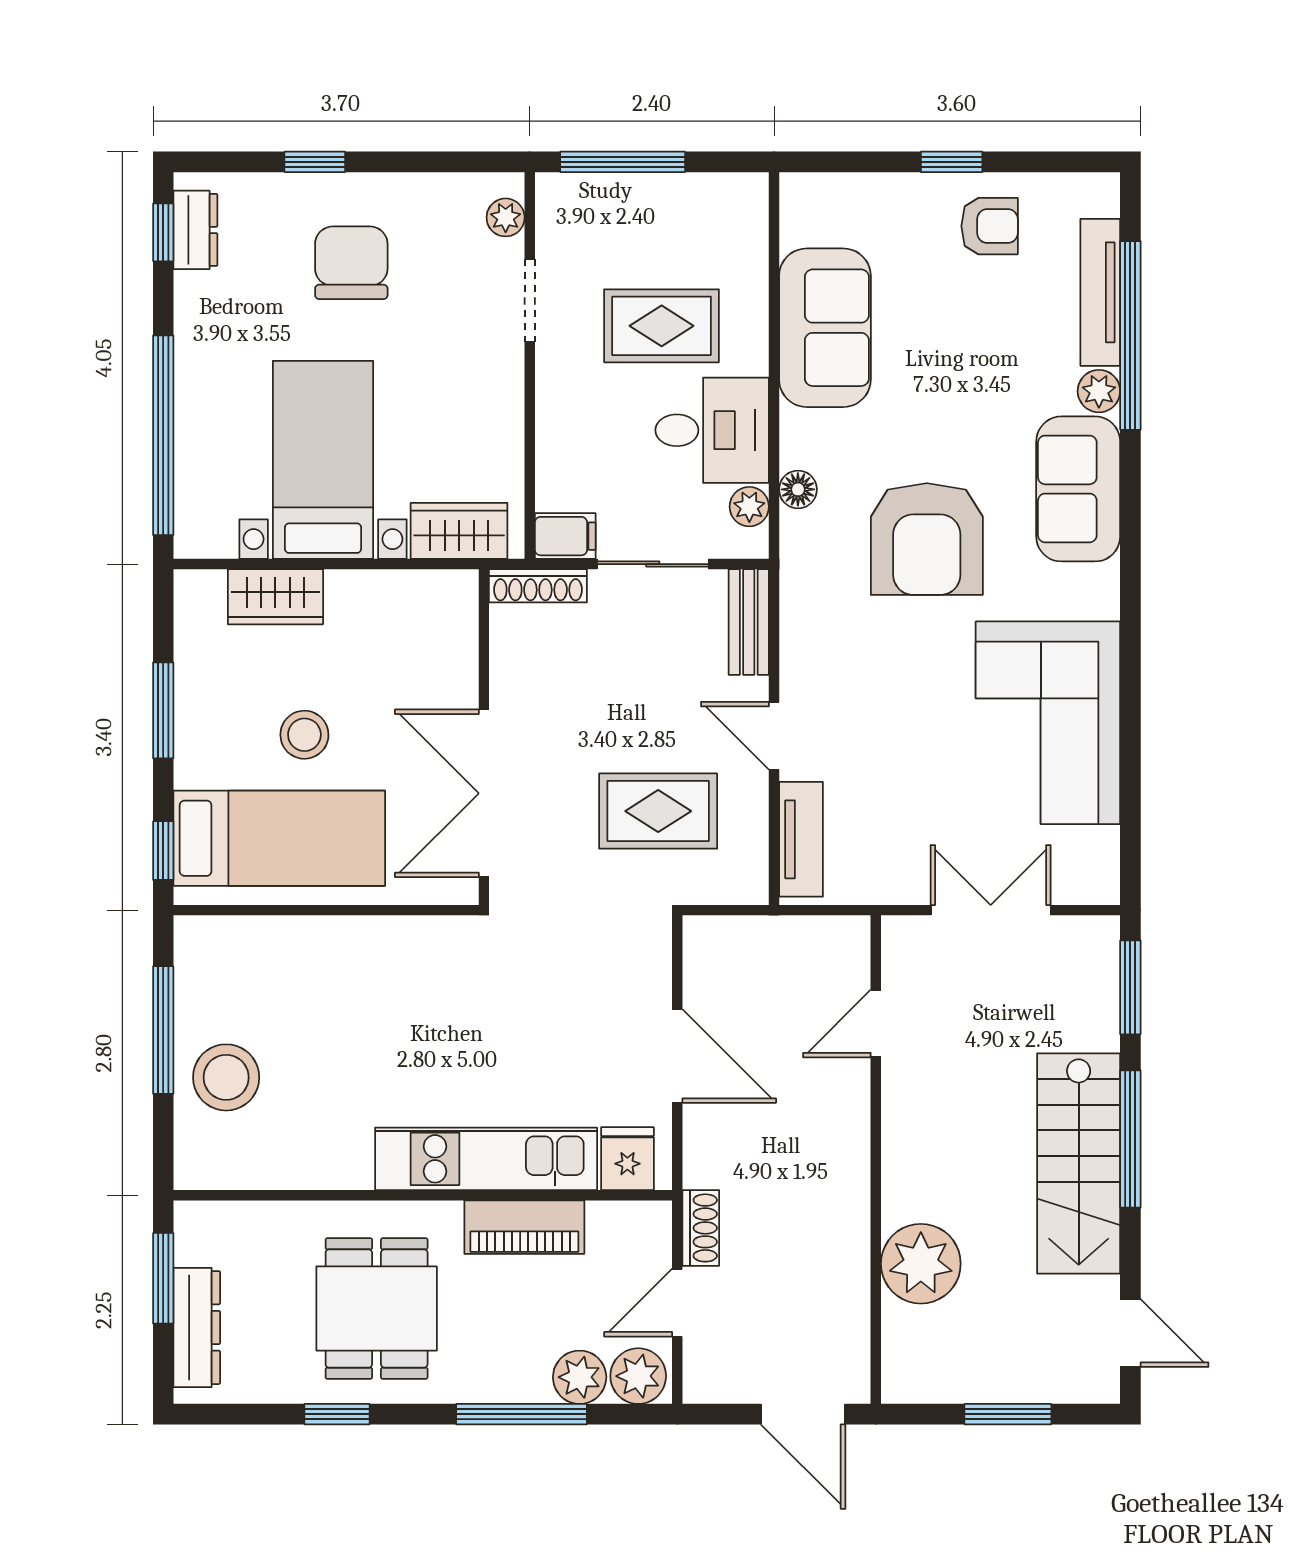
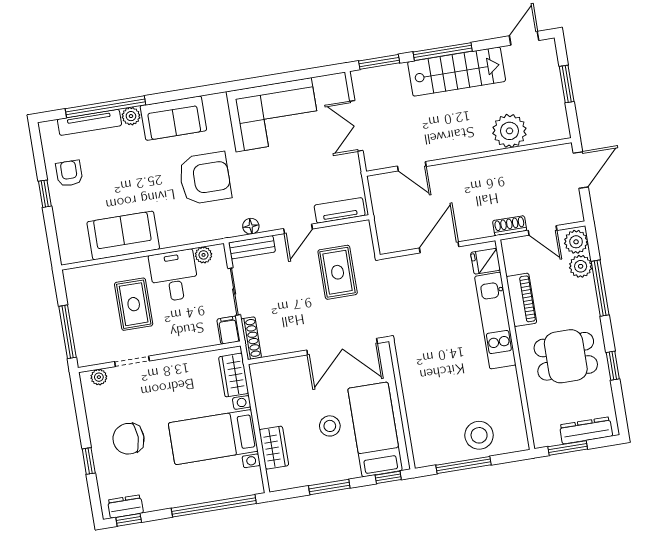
floor lamp: (798, 489) -> (251, 226), moved

